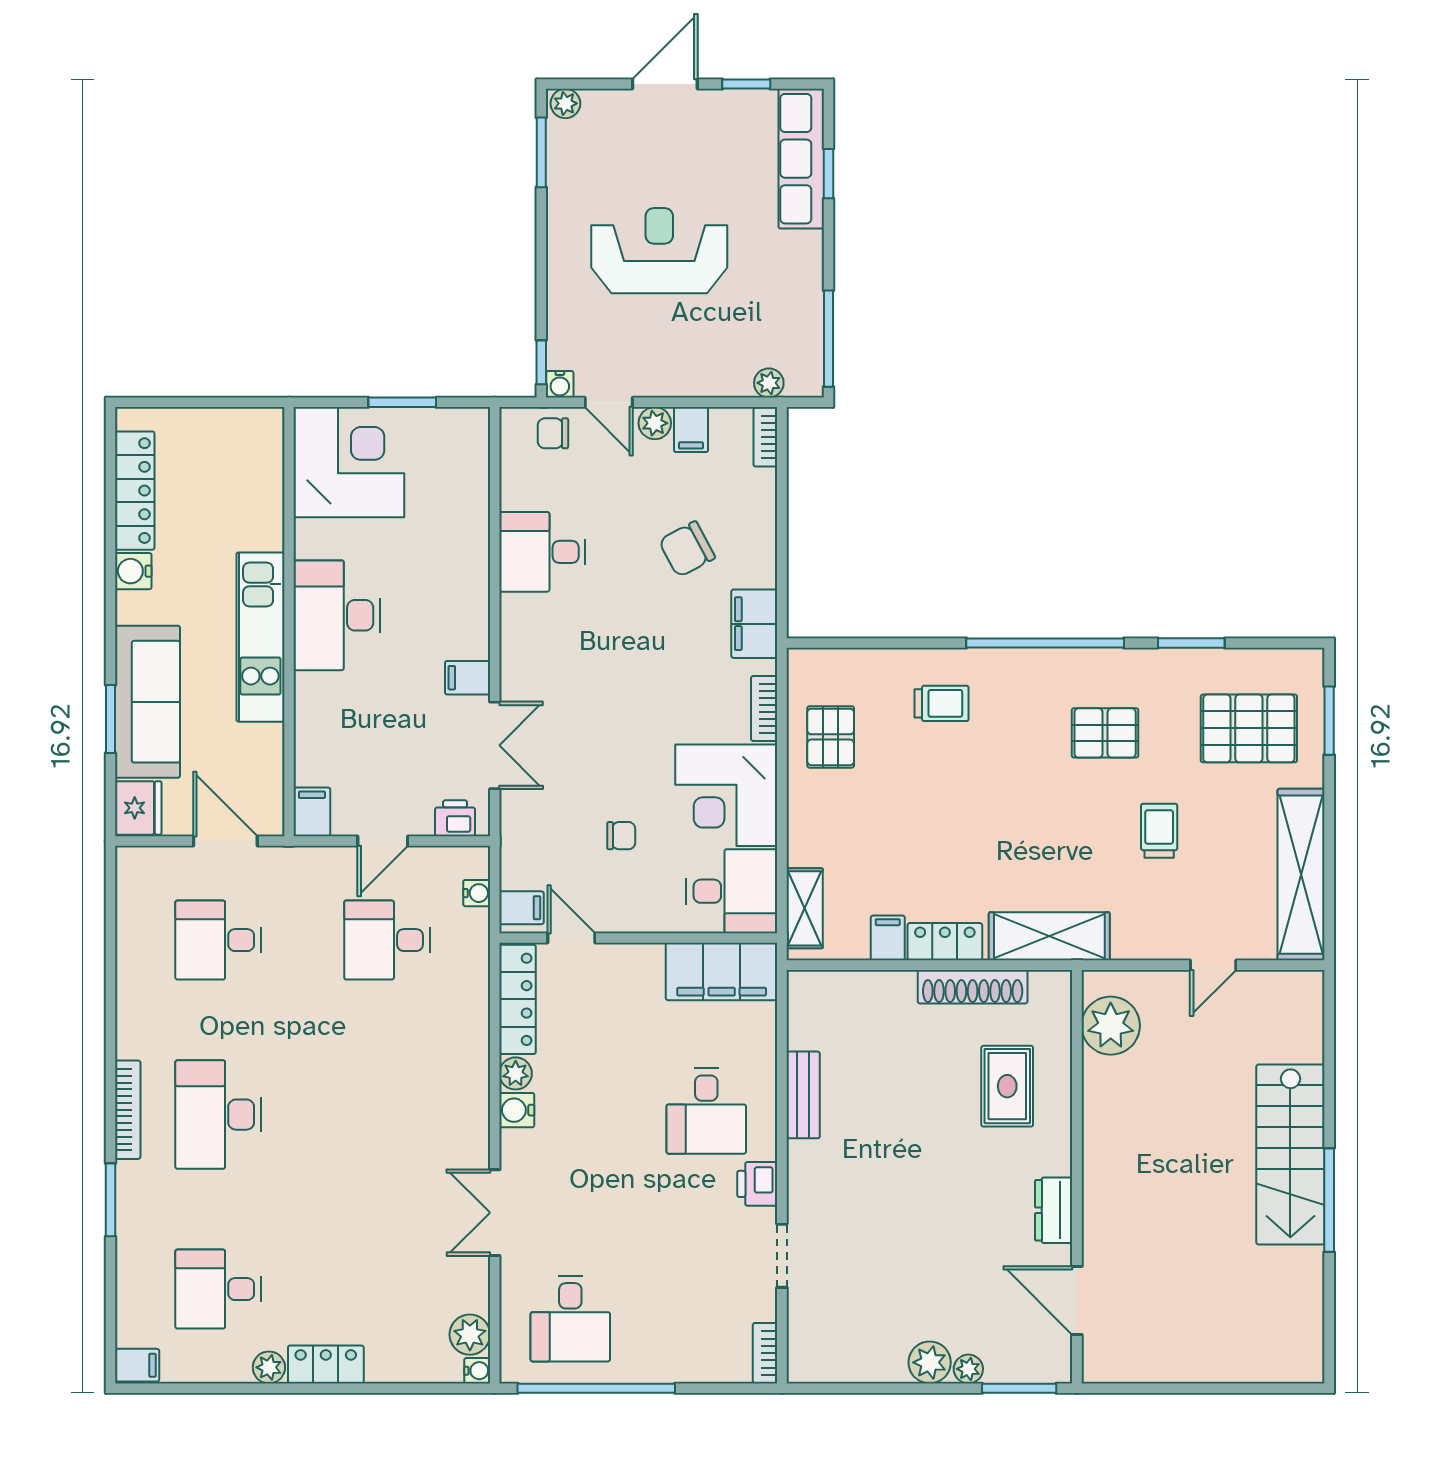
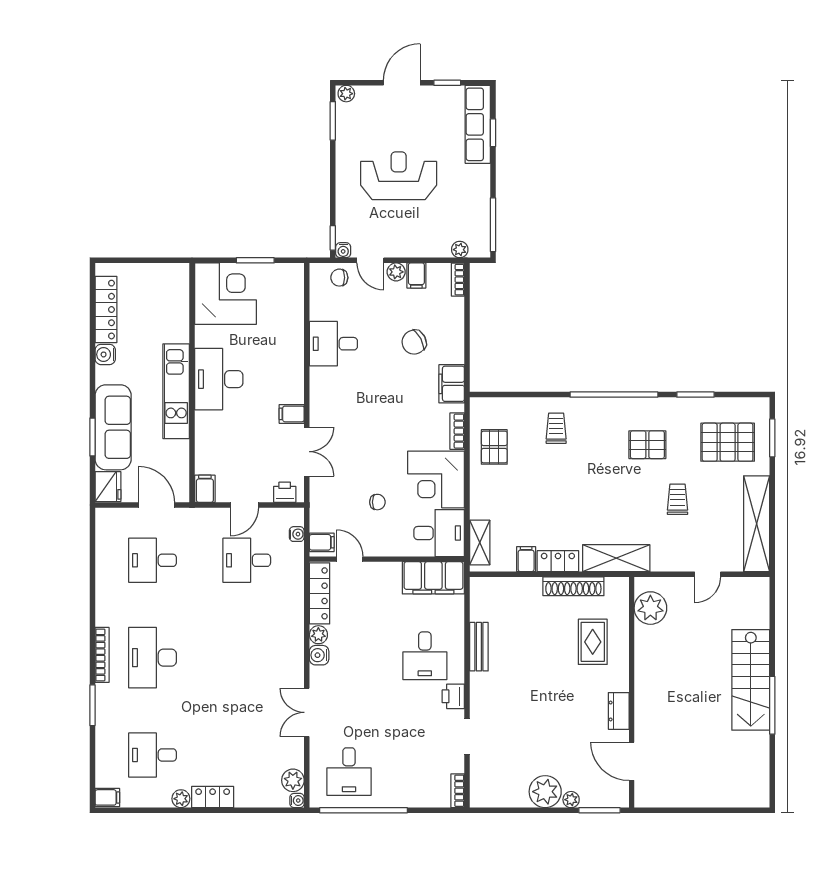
trolley: (942, 703) -> (556, 428), turned -90
plant: (930, 1362) -> (545, 792), width x1.36, depth x1.36

